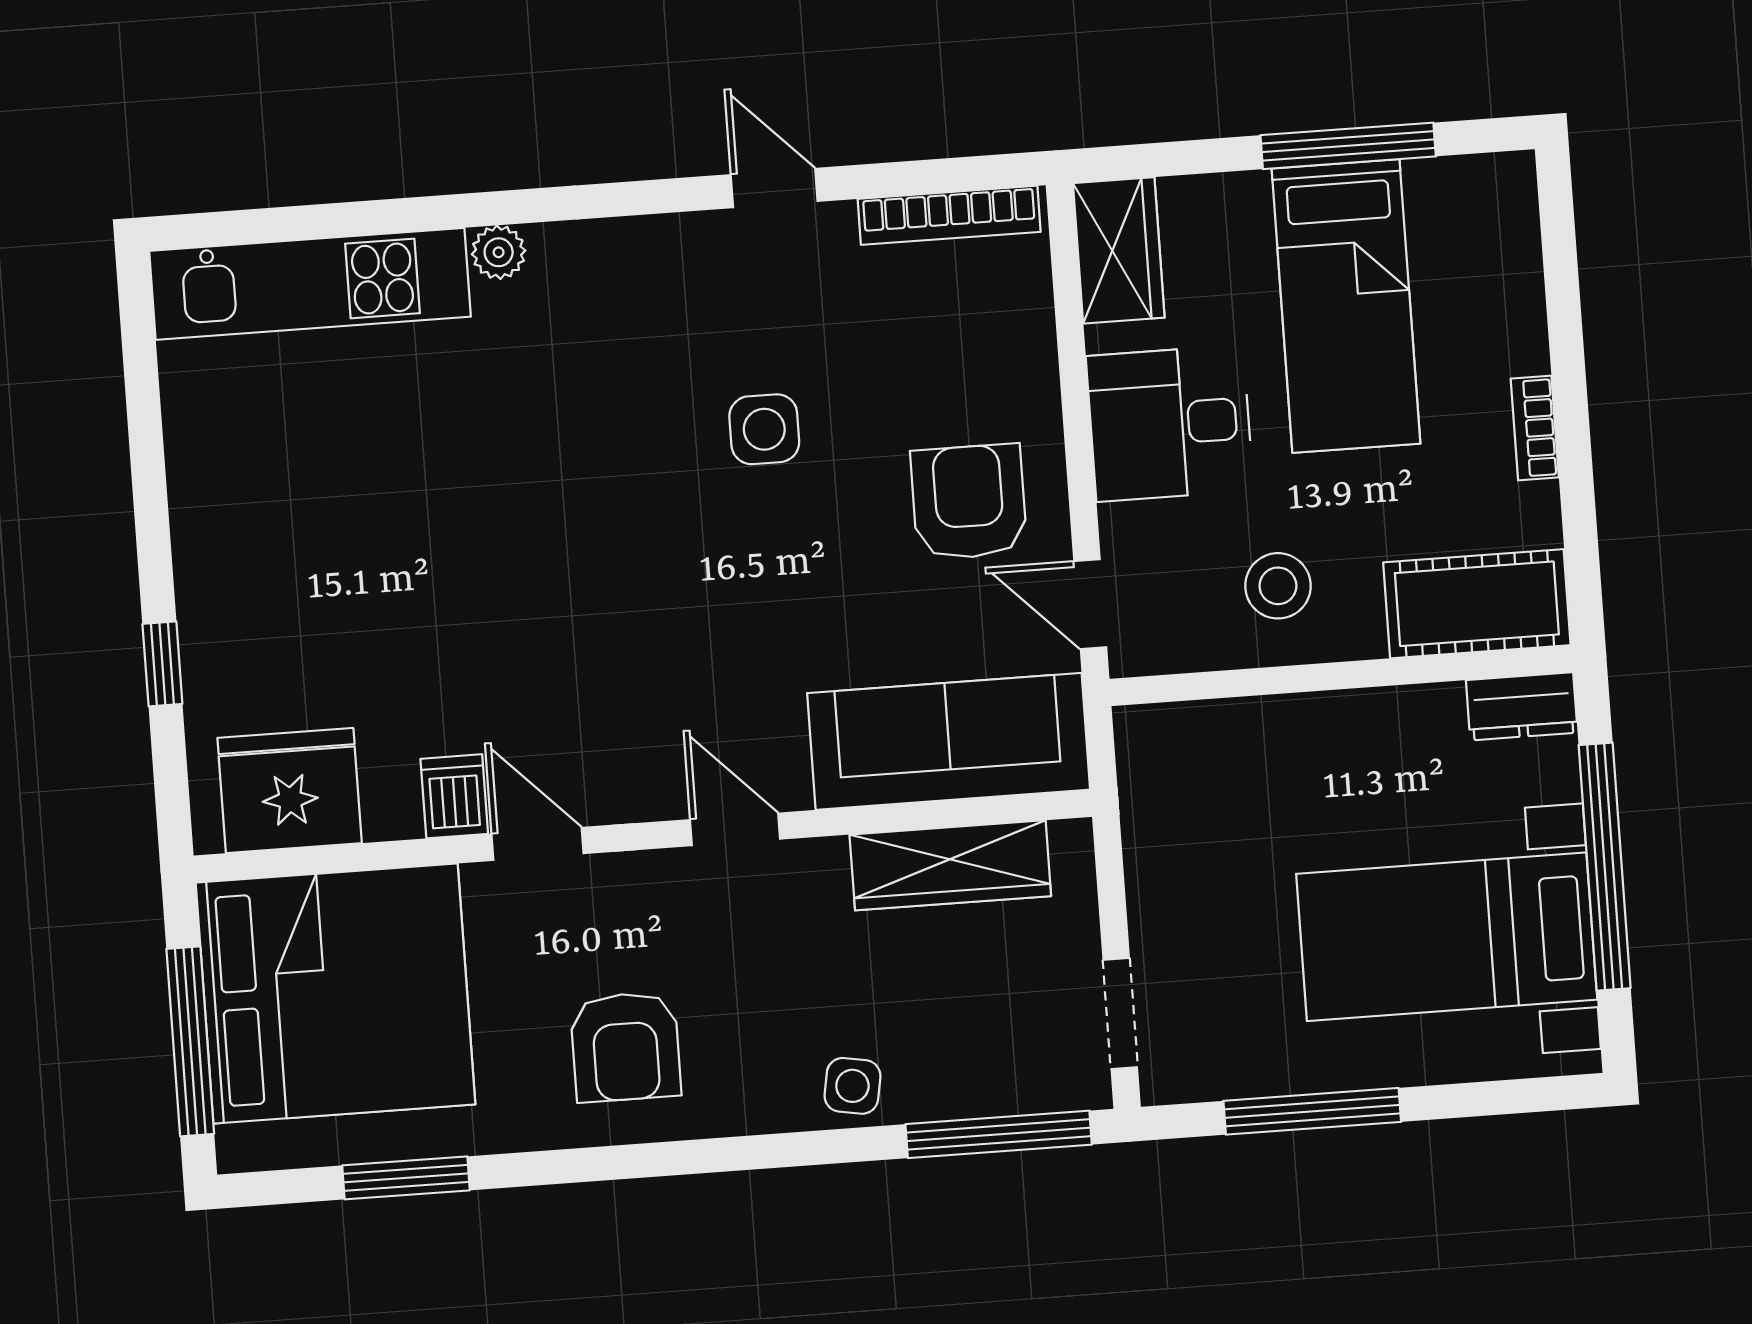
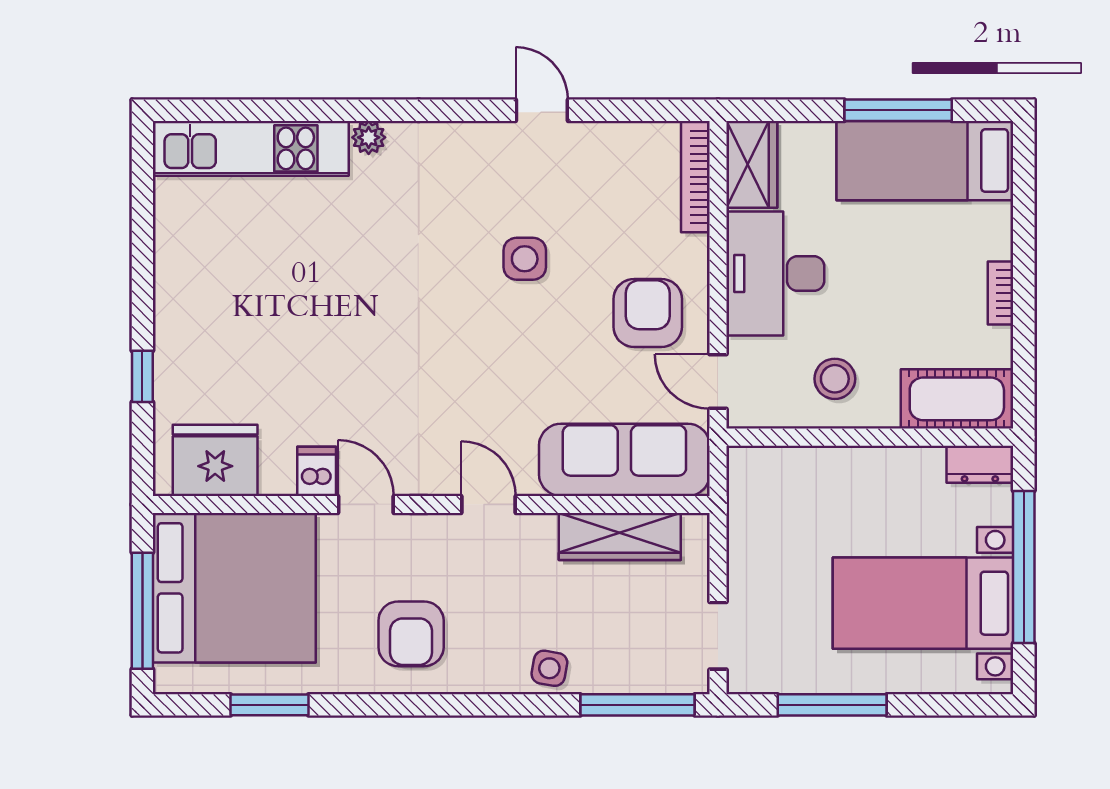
bookcase: (949, 215) -> (695, 177), moved, turned 90
bed: (1346, 306) -> (925, 161), moved, turned 90
desk: (1170, 423) -> (775, 274), width x1.37

